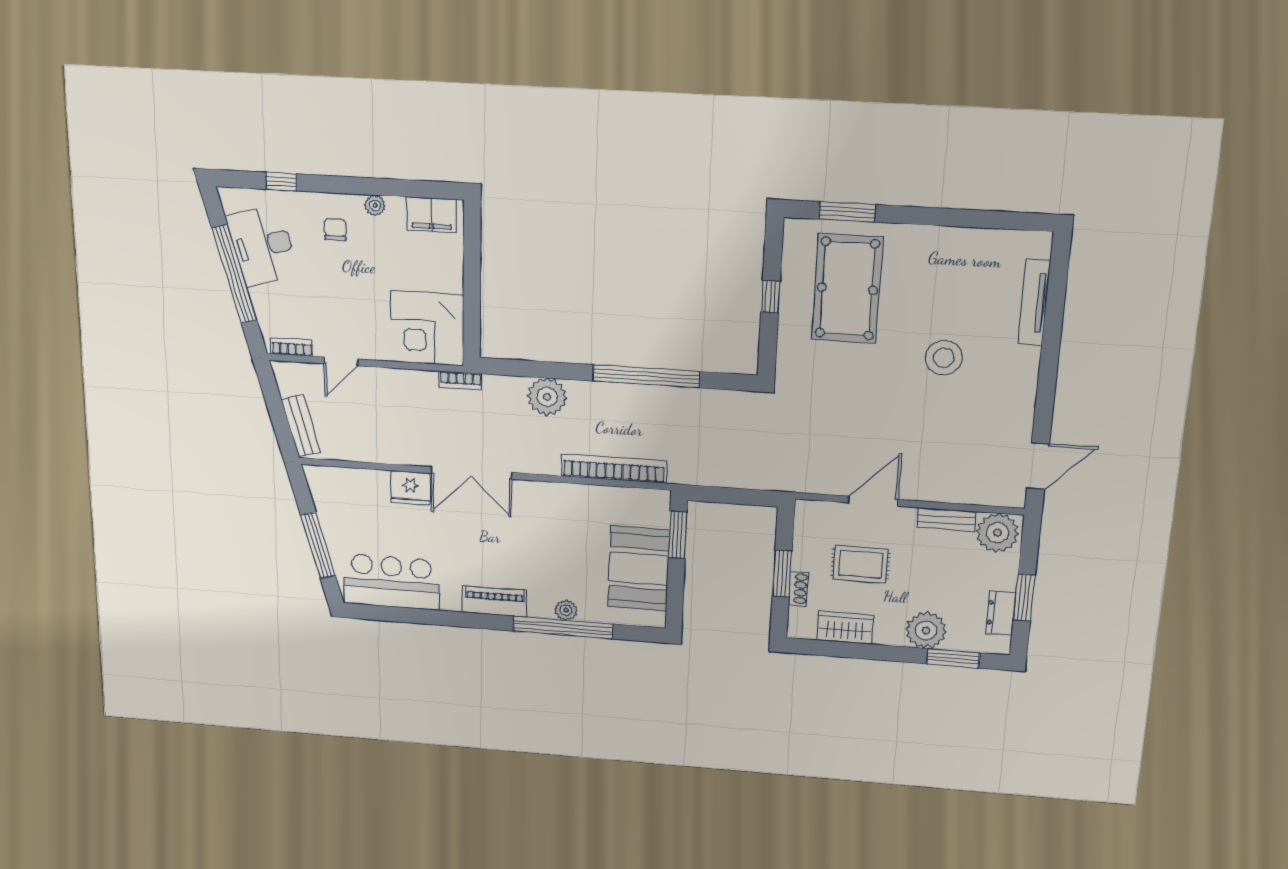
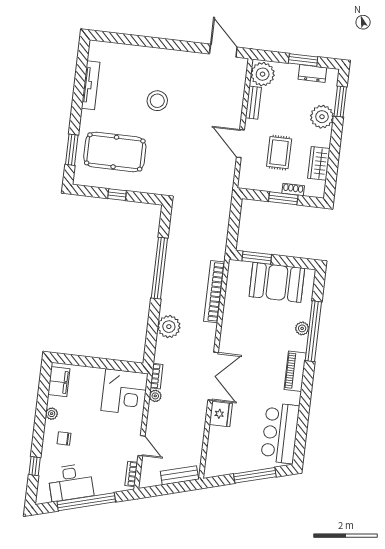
tv unit: (1034, 303) -> (91, 85), moved, turned -90
plant: (427, 380) -> (155, 396), added

